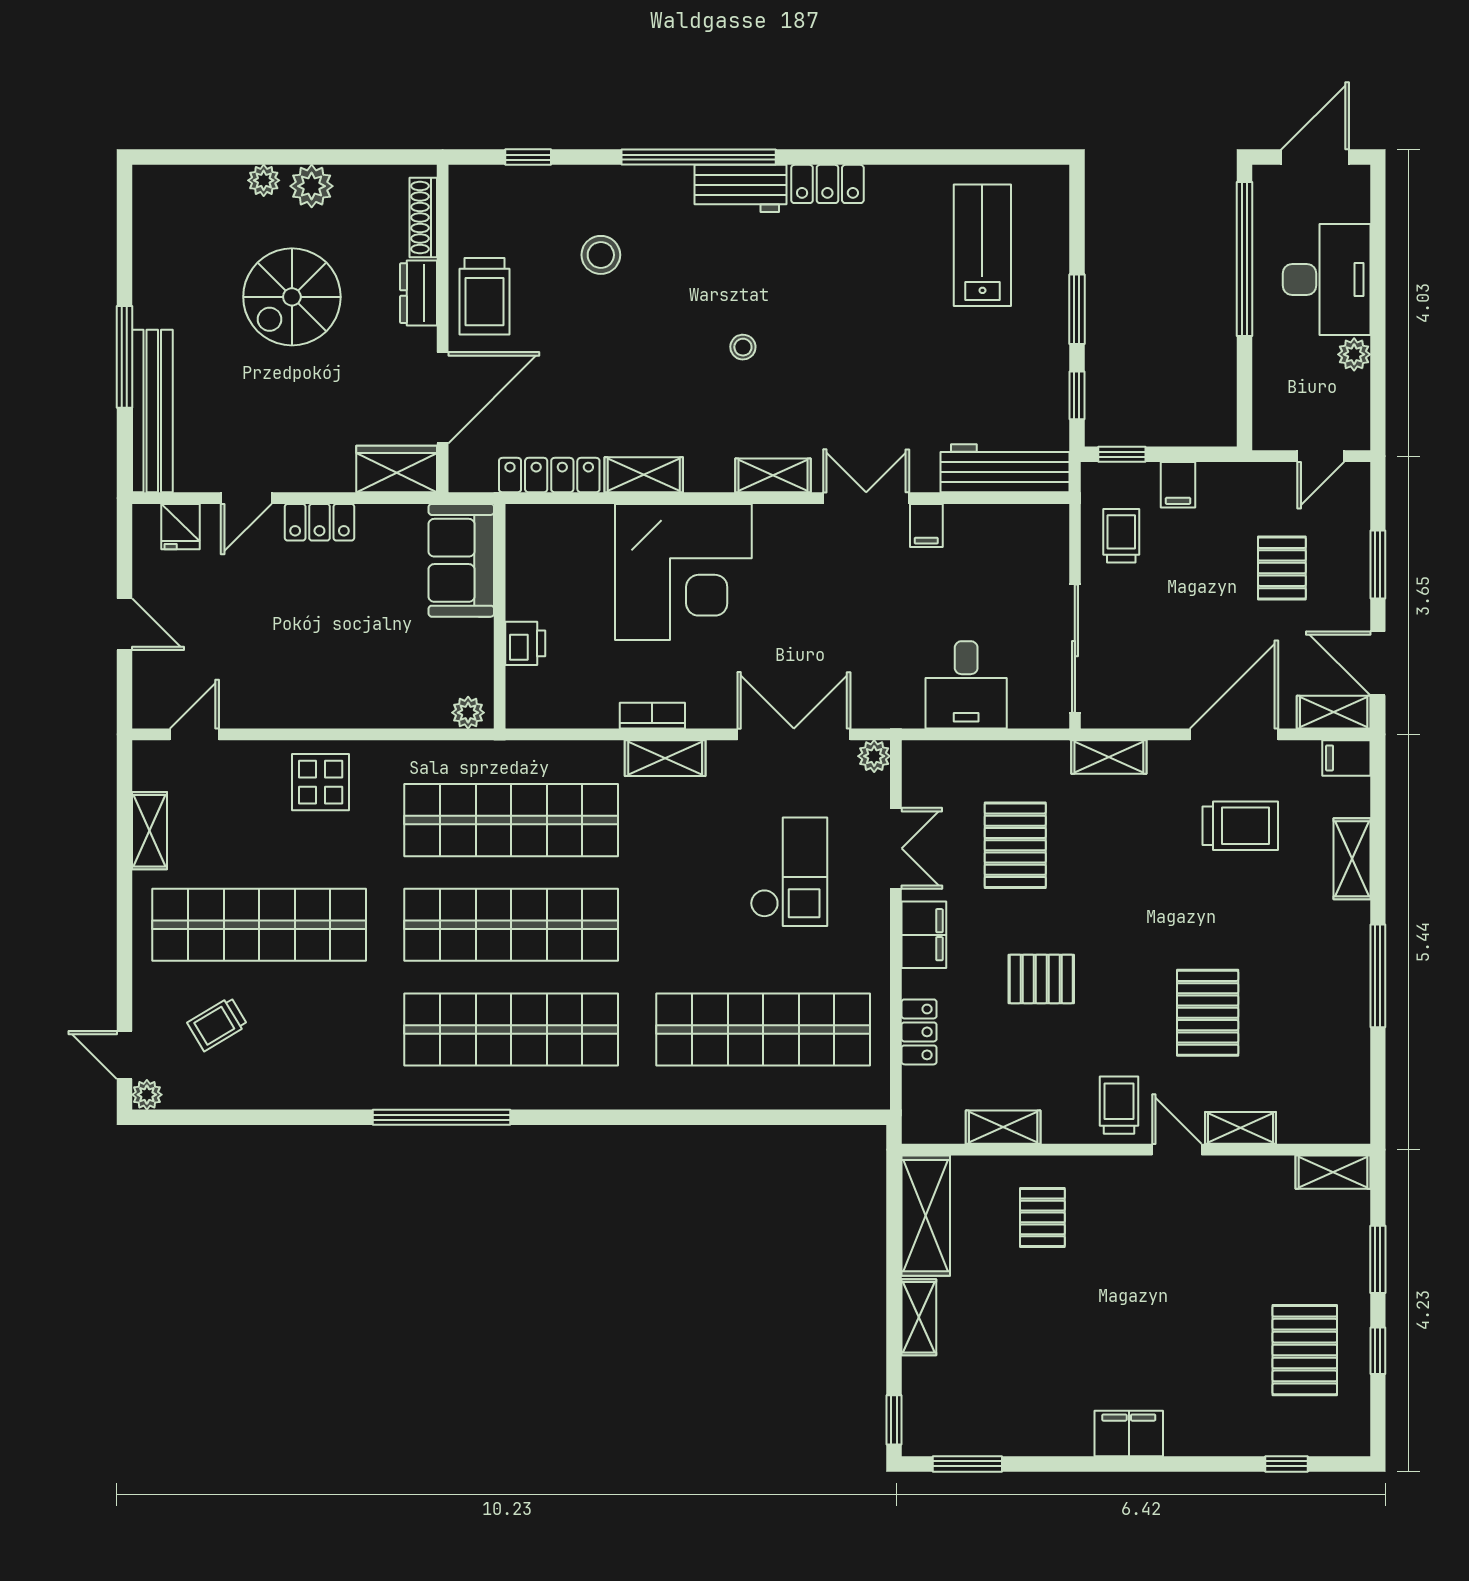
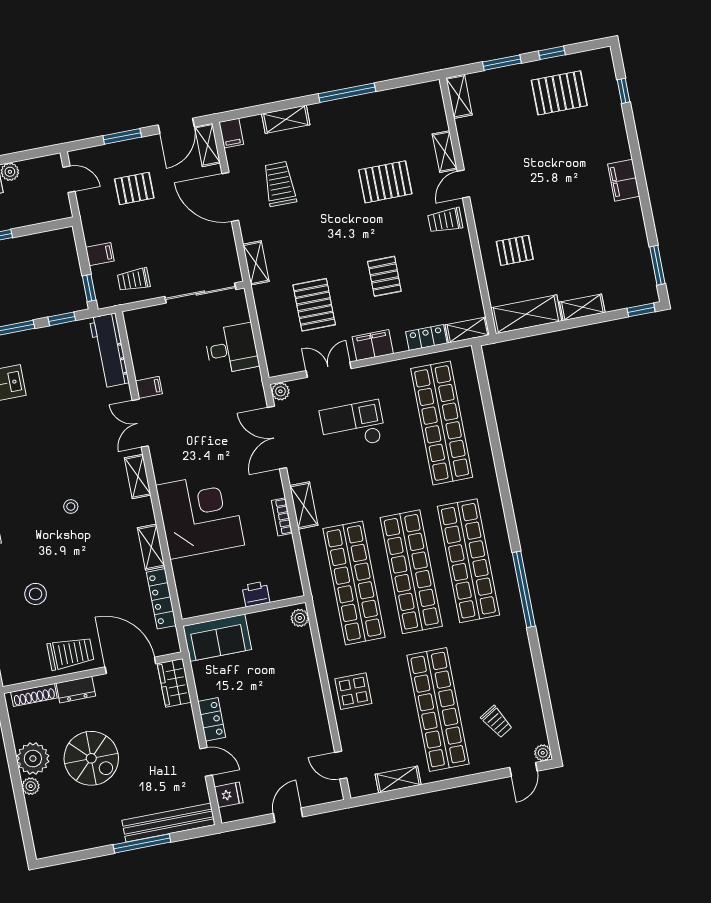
plant: (312, 186) -> (33, 759), width x1.36, depth x1.36
pallet: (1015, 845) -> (314, 305), turned 90
shelving: (1003, 1127) -> (467, 330), moved, turned 90

